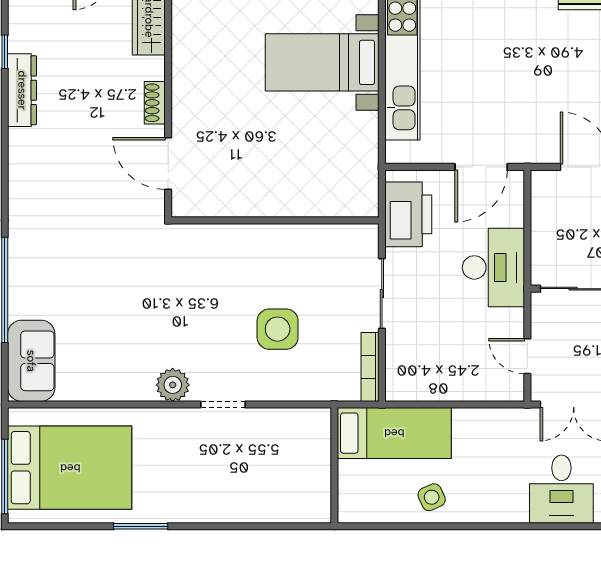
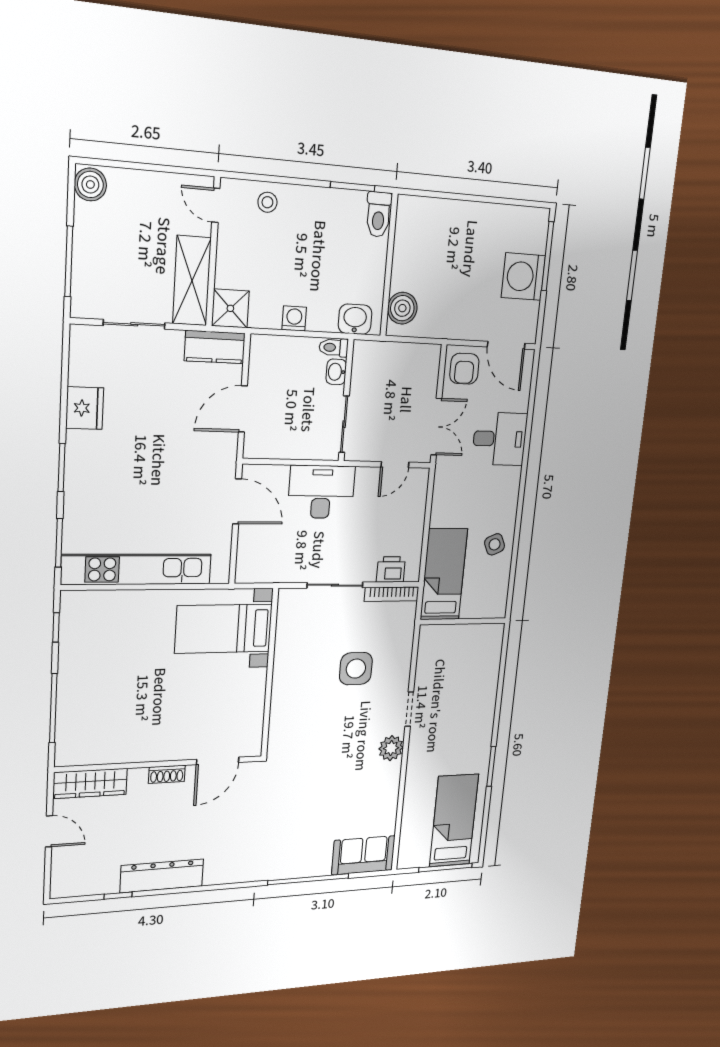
bed with nightstands: (322, 62) -> (224, 629), moved, turned 90
dresser: (22, 90) -> (162, 876), width x1.37, depth x1.24
printer: (408, 214) -> (391, 569), moved, width x0.53, depth x0.68
bed: (70, 468) -> (454, 820), width x0.67

